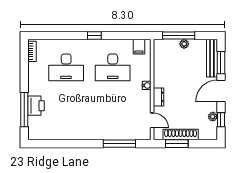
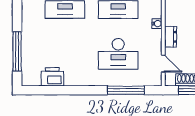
printer: (36, 106) -> (52, 77), moved, turned -90
desk: (113, 112) -> (118, 54), added

